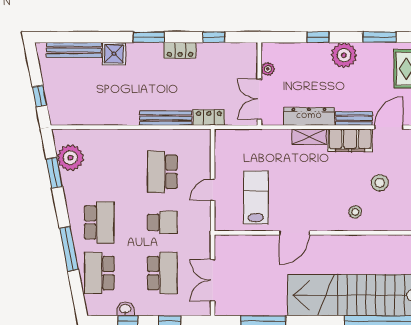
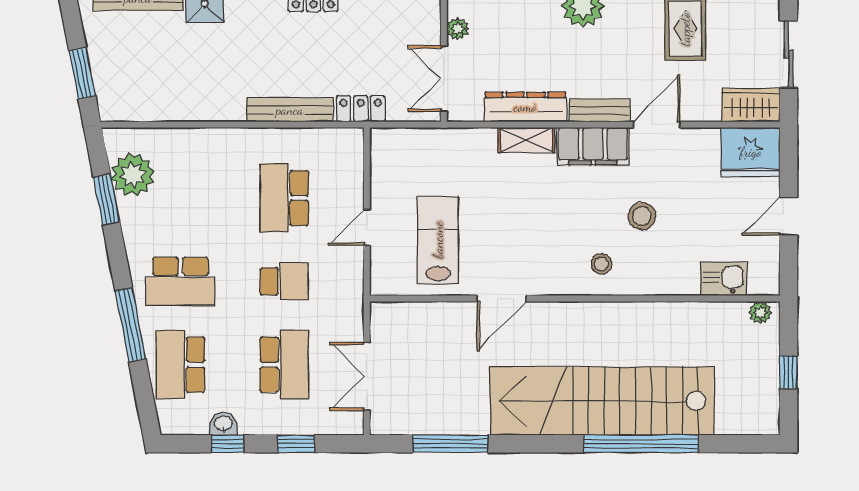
window: (40, 96) -> (82, 73), width x1.50
school desk: (99, 222) -> (180, 281), turned 90

